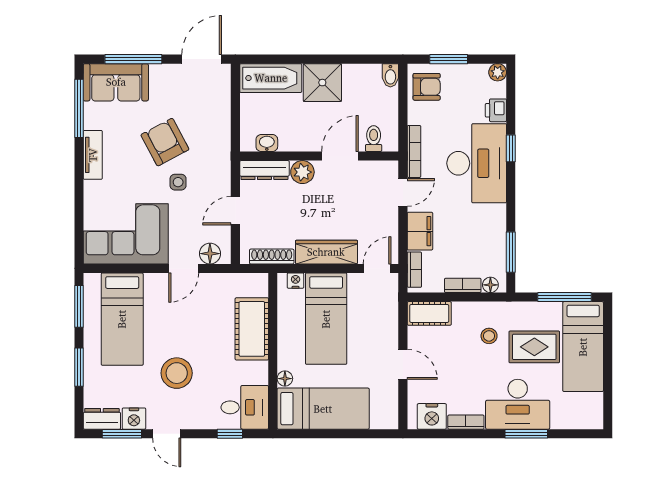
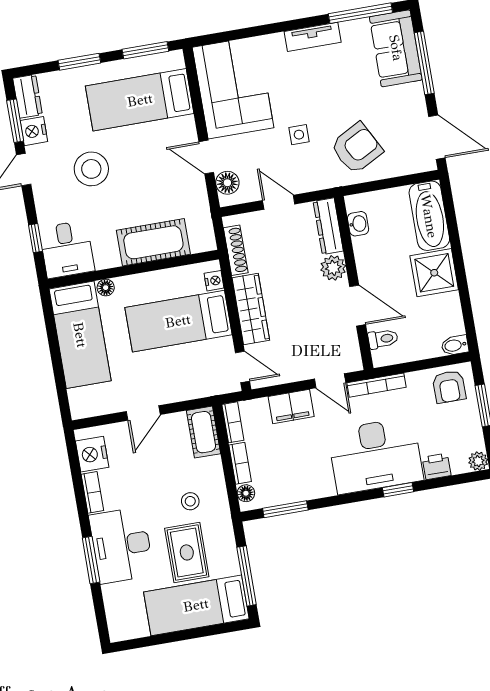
armchair: (165, 142) -> (357, 148), moved
bookcase: (414, 270) -> (233, 422), moved, turned -90

